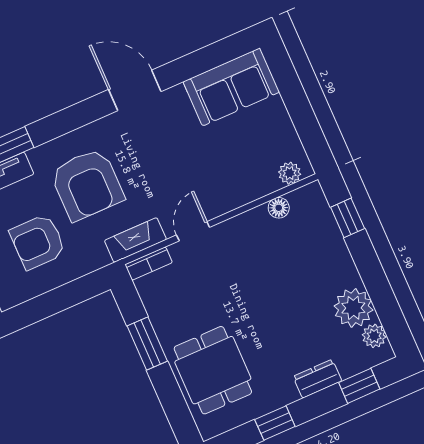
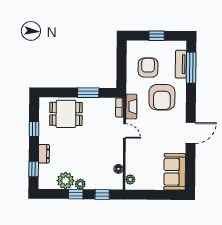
armchair: (87, 184) -> (162, 97), turned -90
window: (372, 274) -> (76, 194), added
plant: (374, 336) -> (80, 184), moved

